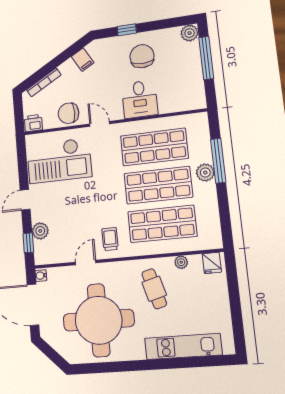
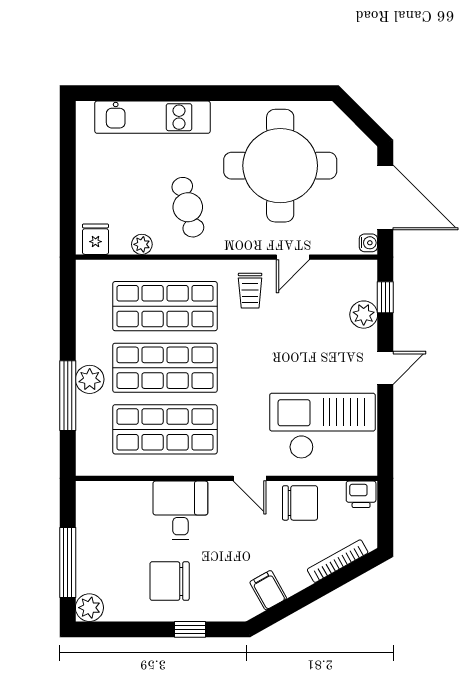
chair: (142, 56) -> (170, 581), turned 90

